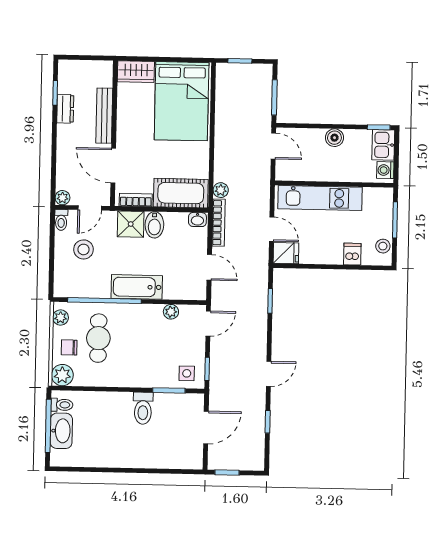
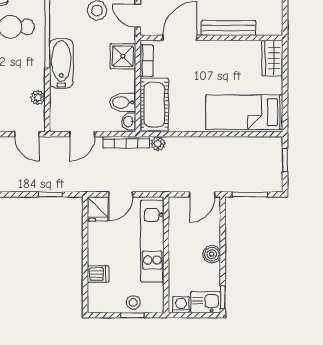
bed: (182, 101) -> (244, 112), width x0.67
window: (395, 220) -> (132, 315), width x0.67
bidet: (154, 225) -> (123, 102), moved
stool: (383, 246) -> (133, 302), moved

